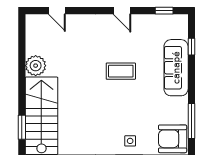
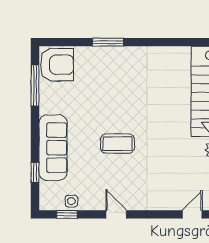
door: (57, 11) -> (192, 214), hinge flipped
side table: (130, 141) -> (71, 201), moved

